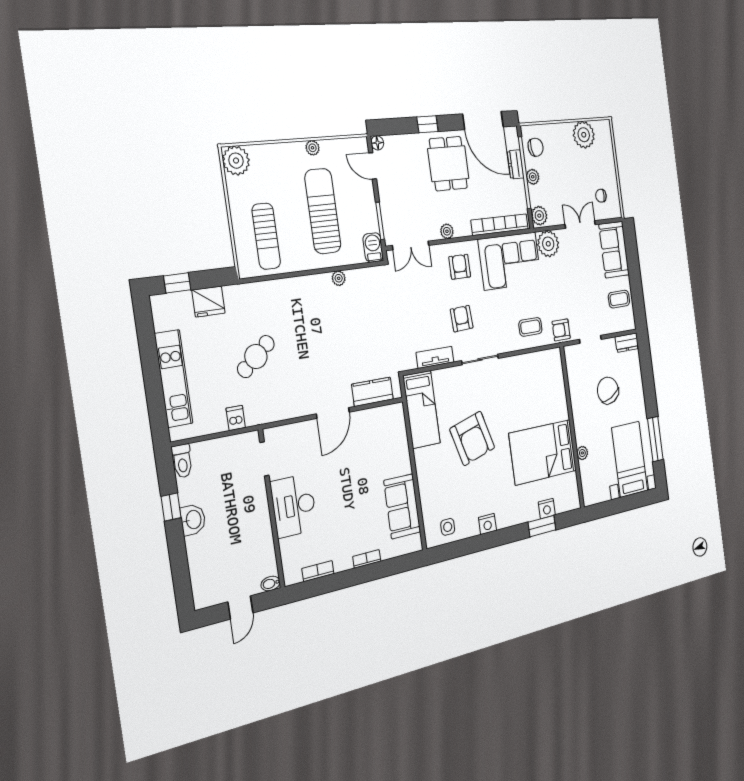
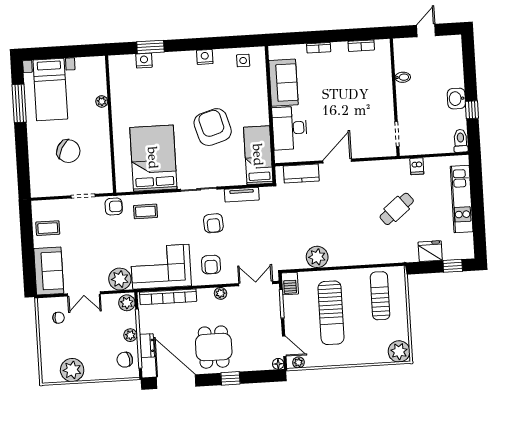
plant: (313, 148) -> (298, 362), moved
plant: (339, 278) -> (317, 257), width x1.88, depth x1.88
dresser: (627, 343) -> (43, 190), removed
chair: (608, 390) -> (68, 151), turned -35
bed: (543, 452) -> (153, 158), moved, turned -90
desk: (294, 506) -> (290, 128), moved, turned 180
bidet: (270, 584) -> (403, 77), moved

